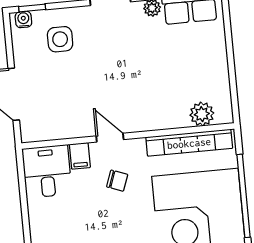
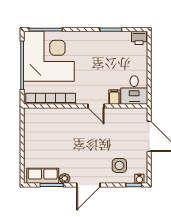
plant: (202, 114) -> (42, 115), removed
chair: (117, 181) -> (94, 81), removed

